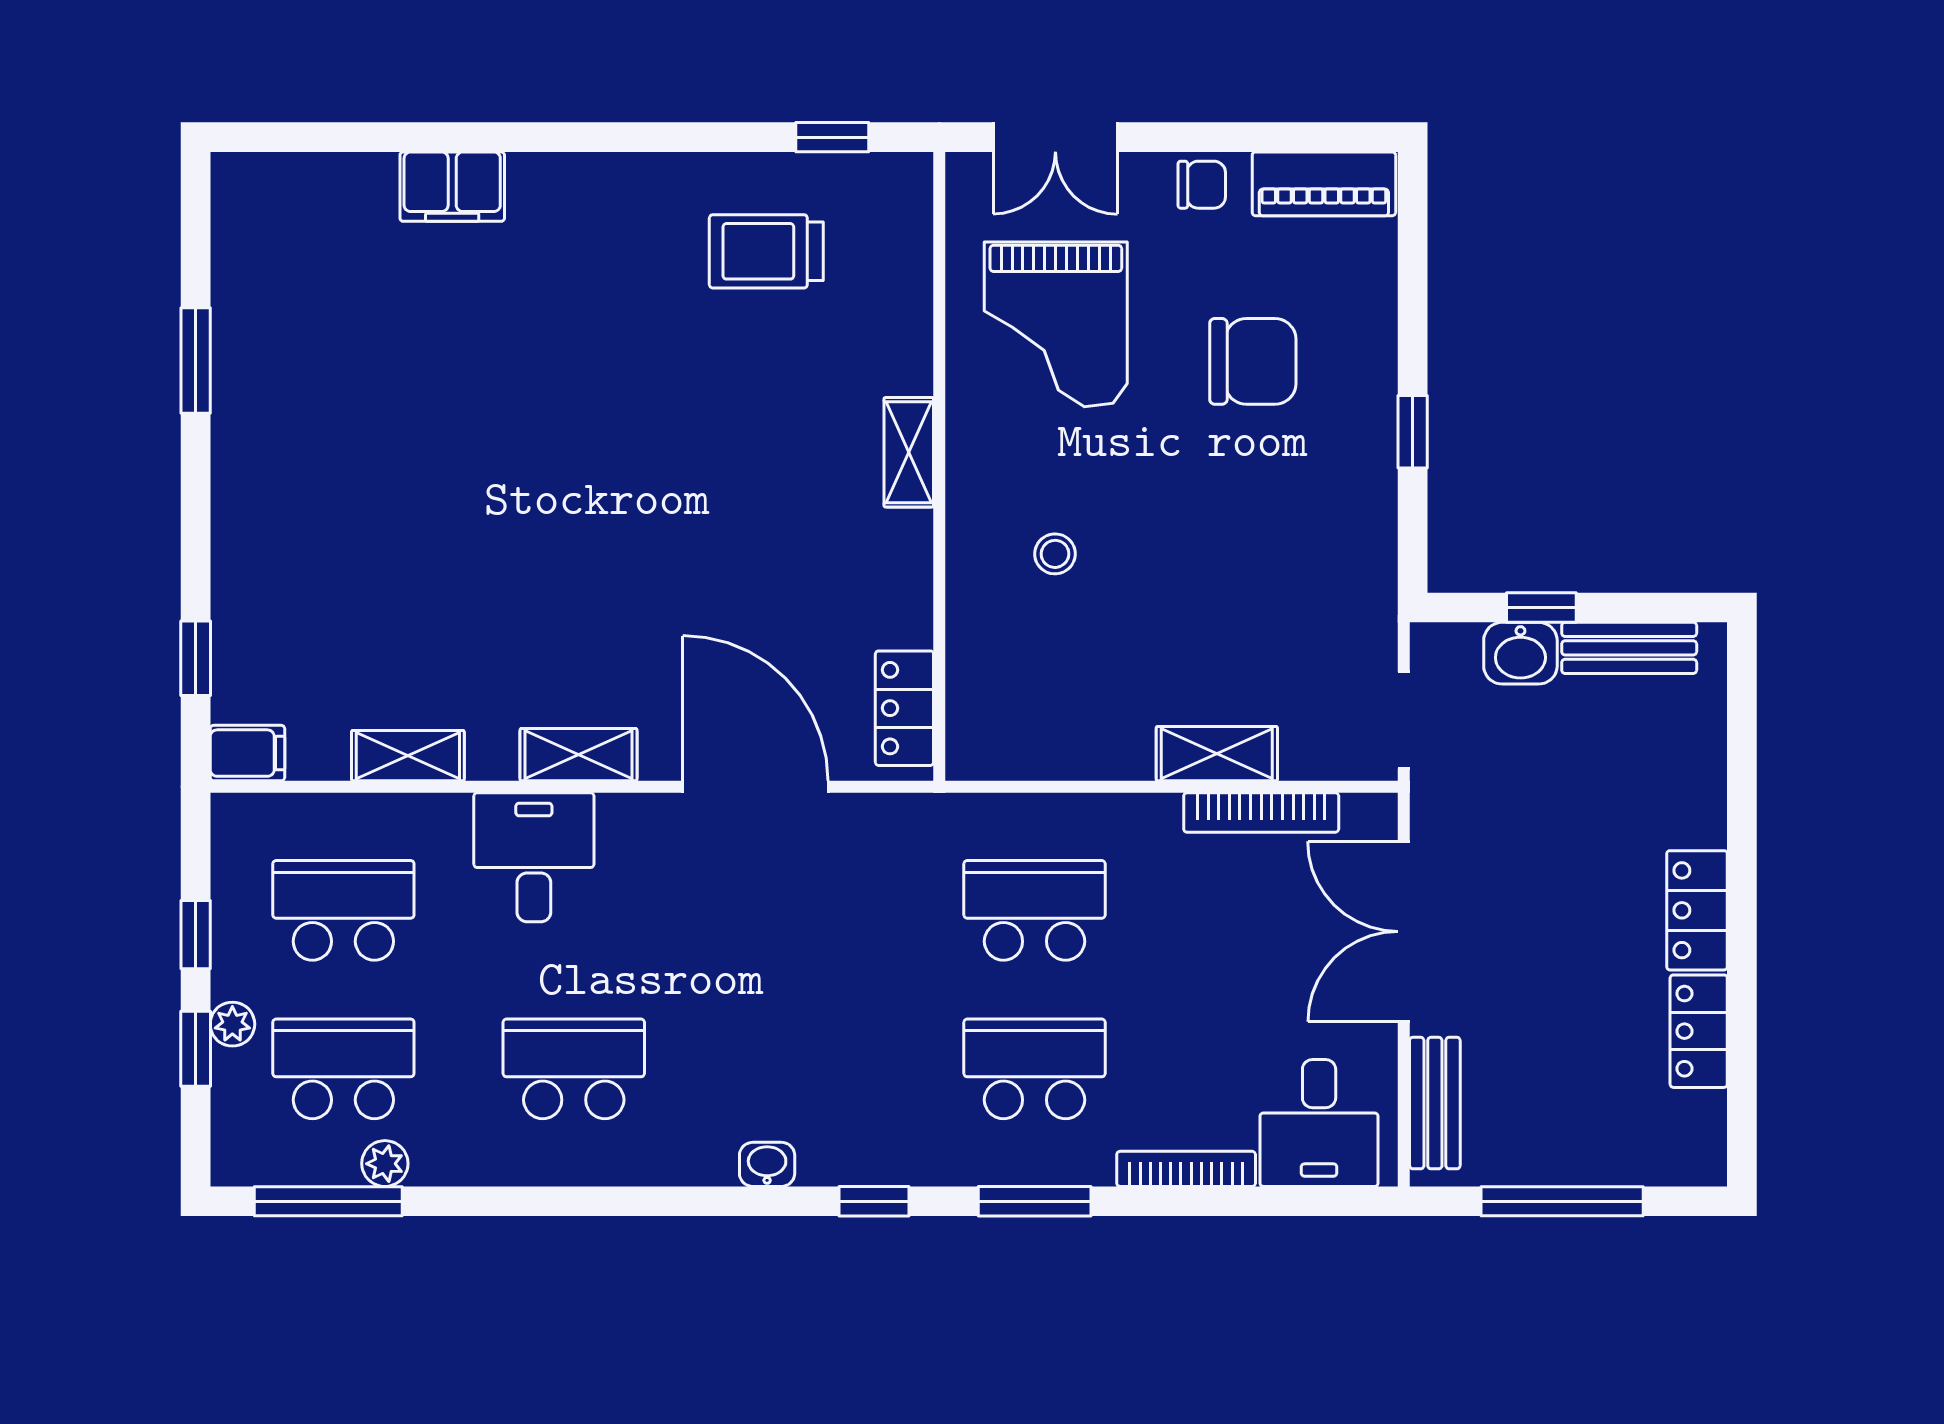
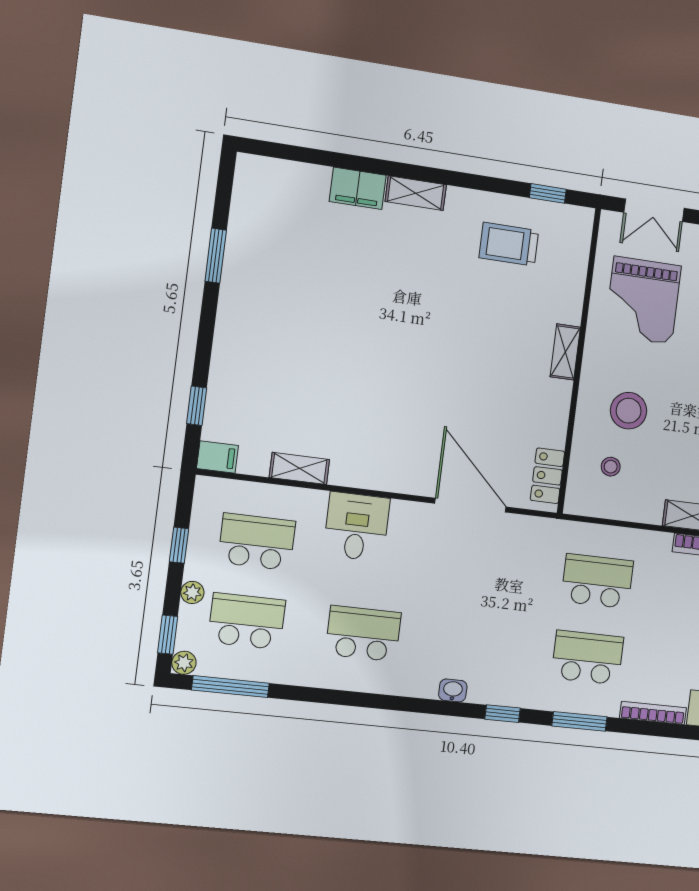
stool: (1055, 554) -> (629, 411), width x1.89, depth x1.89
stool: (1032, 673) -> (611, 467), added
shelving: (579, 755) -> (416, 193), moved
window: (196, 1049) -> (168, 635), moved
plant: (385, 1164) -> (184, 663), moved

